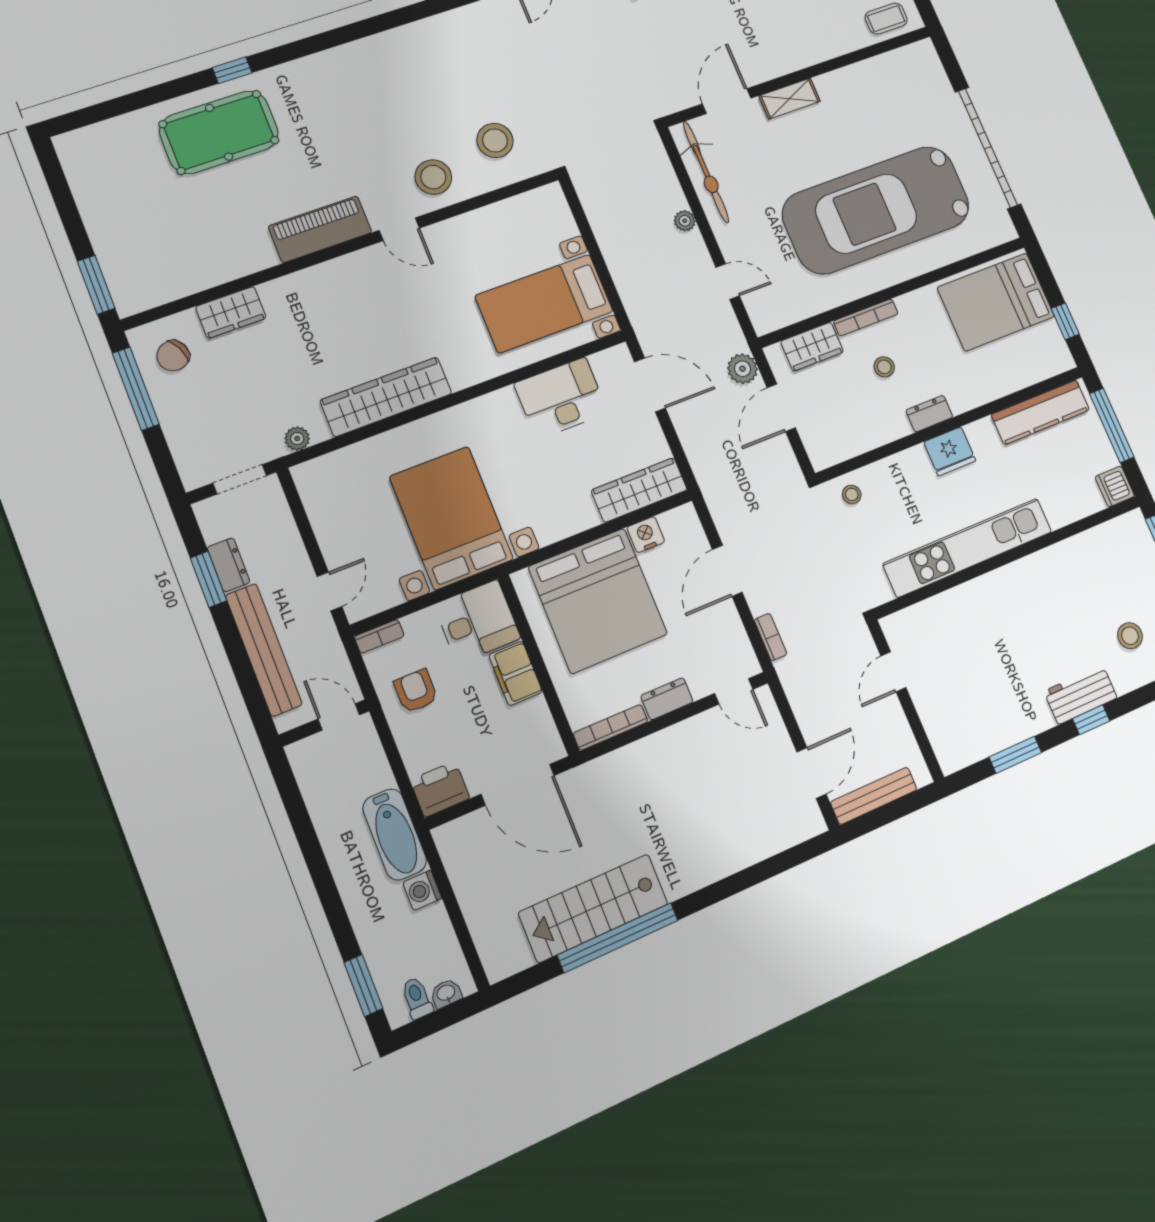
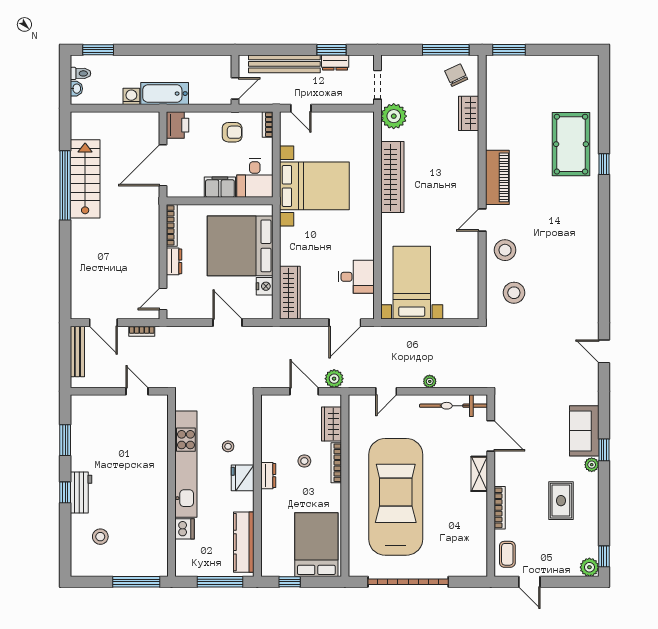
bookcase: (825, 52) -> (500, 508), added
desk: (561, 398) -> (356, 277), width x0.73
plant: (297, 439) -> (394, 116), width x1.88, depth x1.88
dishwasher: (1115, 486) -> (185, 529), moved, turned 90
stool: (852, 494) -> (228, 446), moved
bookcase: (771, 637) -> (142, 331), moved

